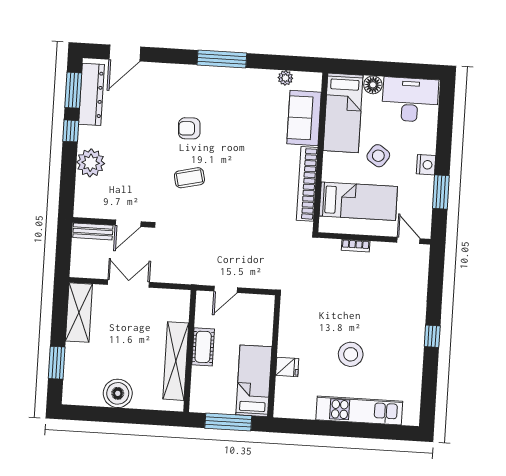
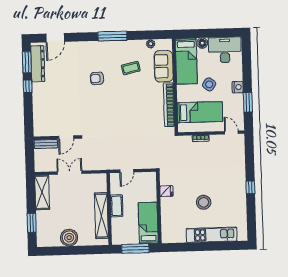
plant: (91, 163) -> (41, 104), removed
coffee table: (189, 178) -> (131, 68), moved
fridge: (287, 367) -> (166, 191), moved

